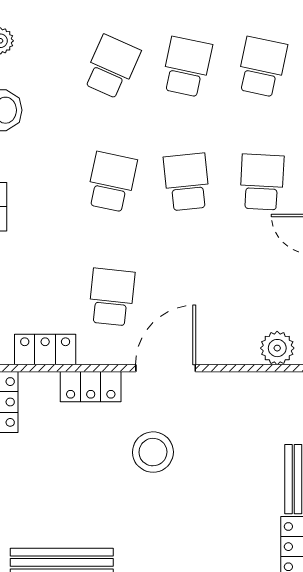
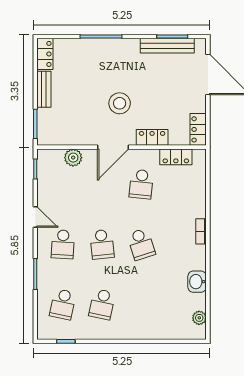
school desk: (112, 67) -> (141, 304), removed
school desk: (112, 182) -> (141, 244), turned -30
plant: (277, 348) -> (73, 158), moved

